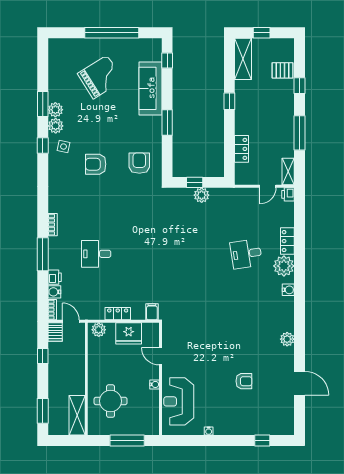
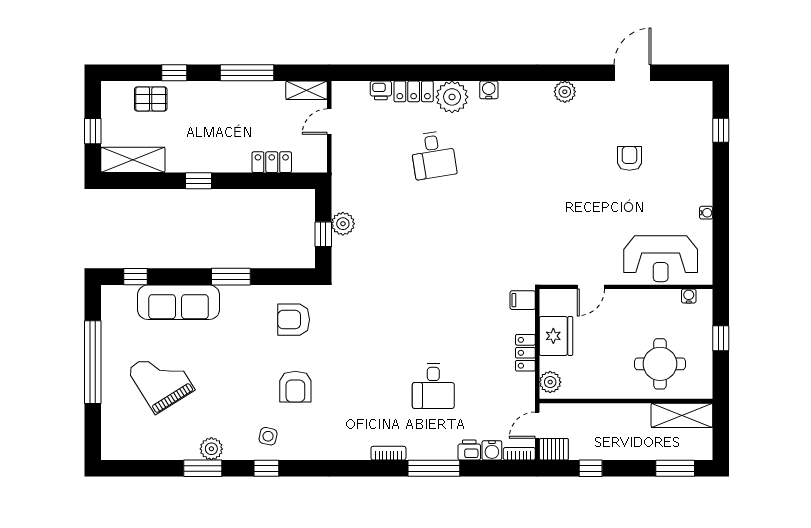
pallet: (282, 70) -> (151, 99), turned 90
plant: (56, 126) -> (236, 448), removed
door: (268, 186) -> (329, 122), swing flipped
printer: (288, 194) -> (381, 90), moved
water cooler: (155, 384) -> (689, 296), moved
window: (127, 440) -> (721, 338), width x0.46

